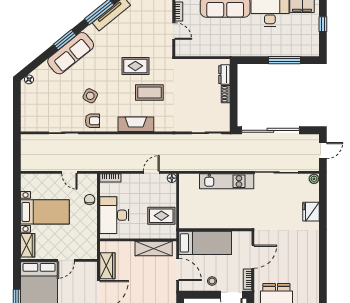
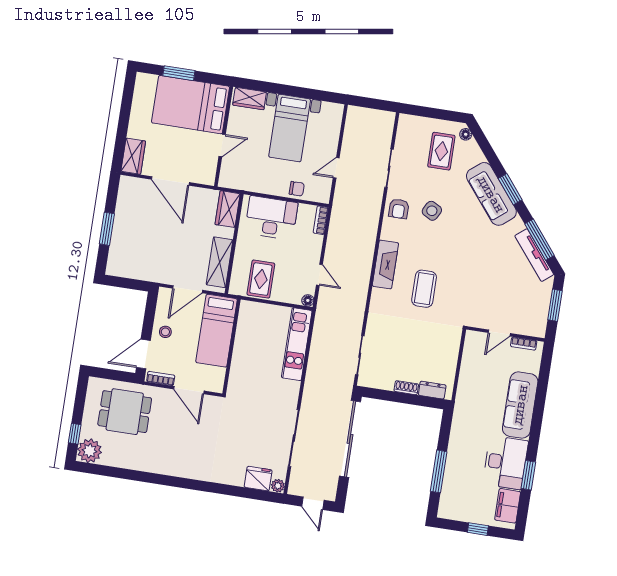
rug: (135, 66) -> (441, 151), moved
kitchen unit: (227, 181) -> (297, 344), moved
fridge: (311, 212) -> (258, 479), moved
door: (66, 260) -> (222, 145), swing flipped
wardrobe: (107, 266) -> (228, 209), moved, turned 90

